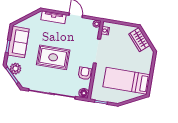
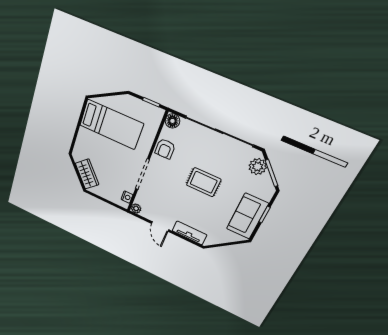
rug: (53, 57) -> (204, 182), width x0.73, depth x0.70
plant: (16, 69) -> (258, 167), moved

